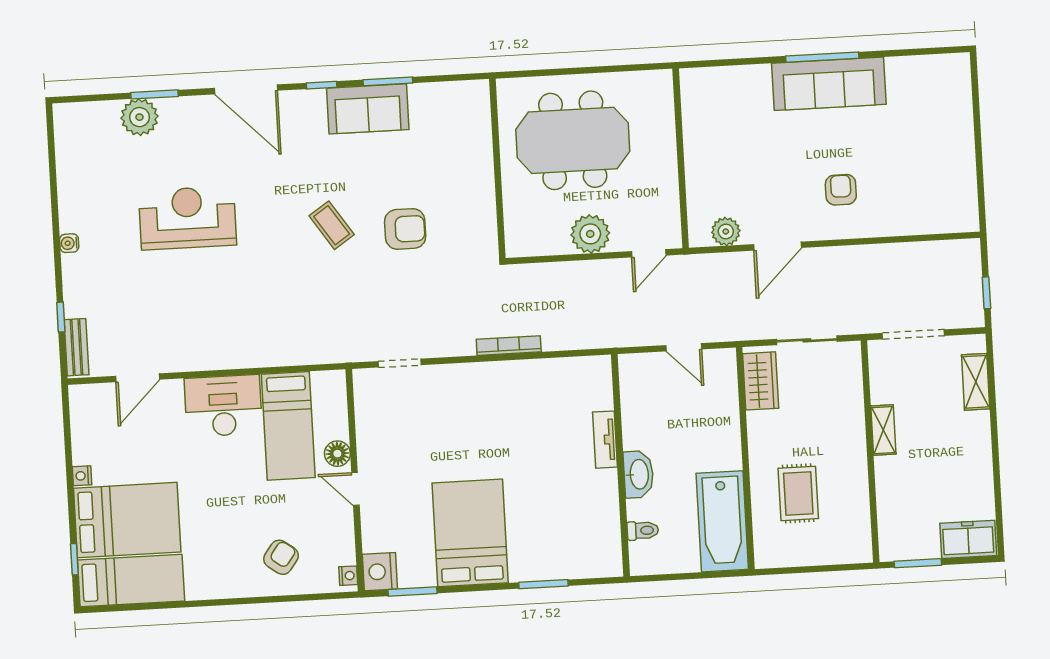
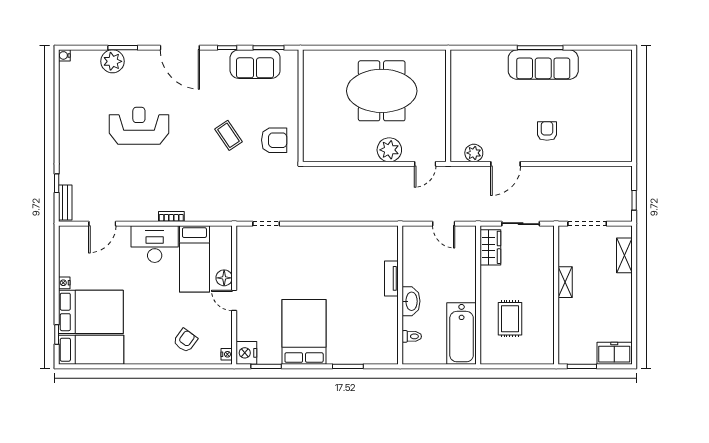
wall: (497, 169) -> (301, 106), moved
water cooler: (69, 243) -> (64, 55), moved
bookcase: (509, 346) -> (171, 217), moved, width x0.64

